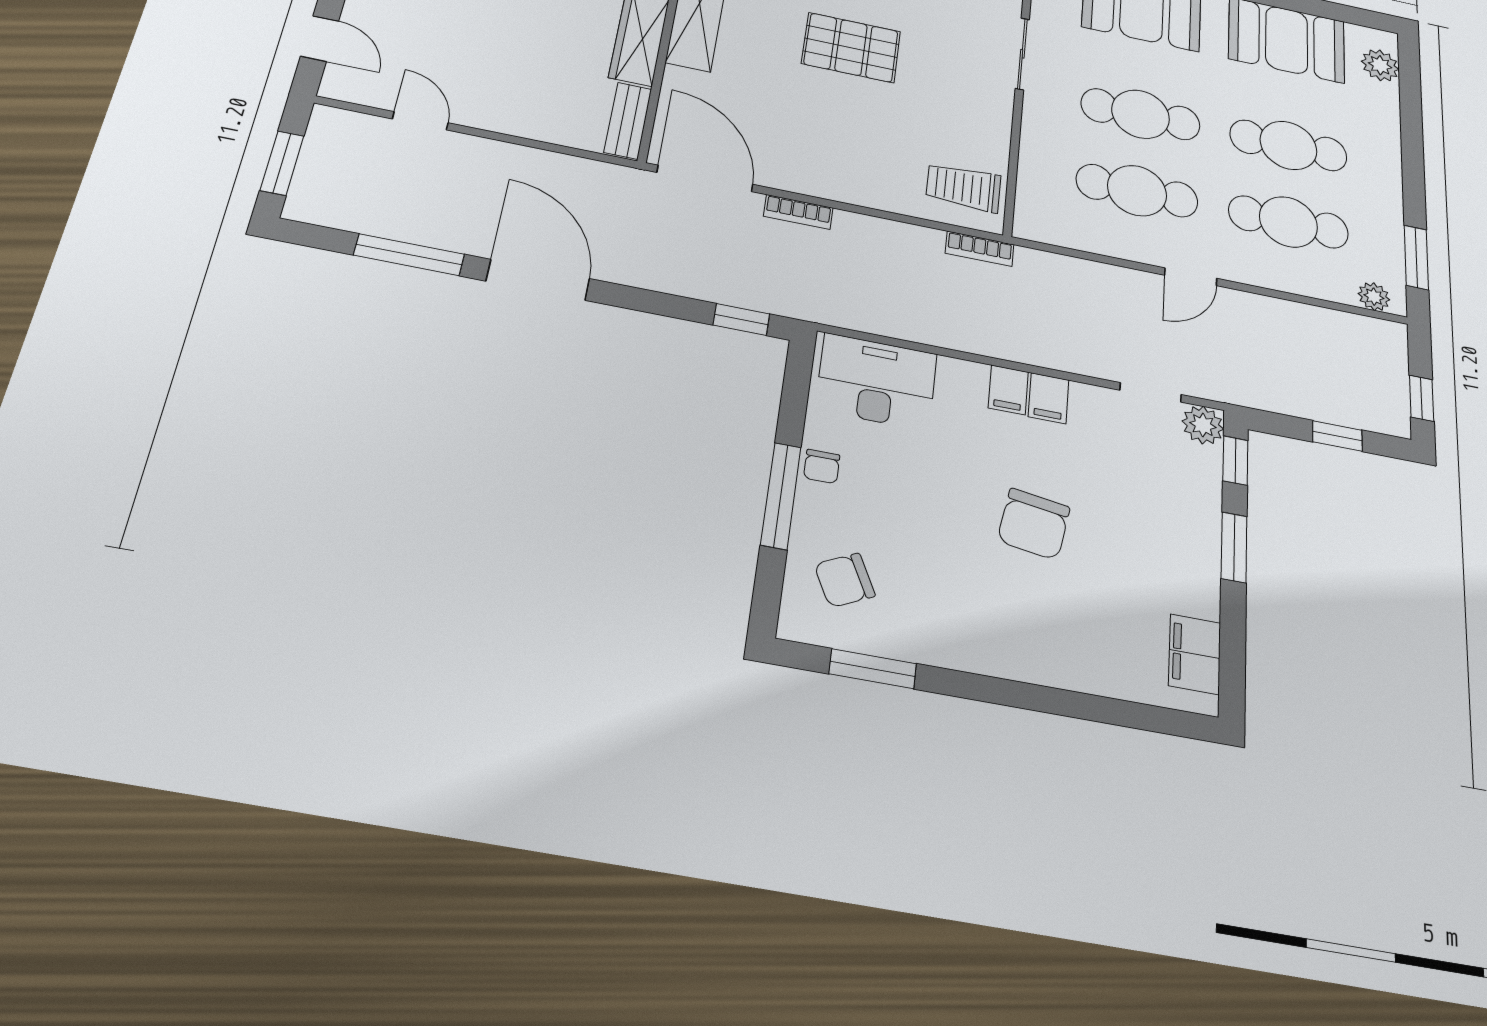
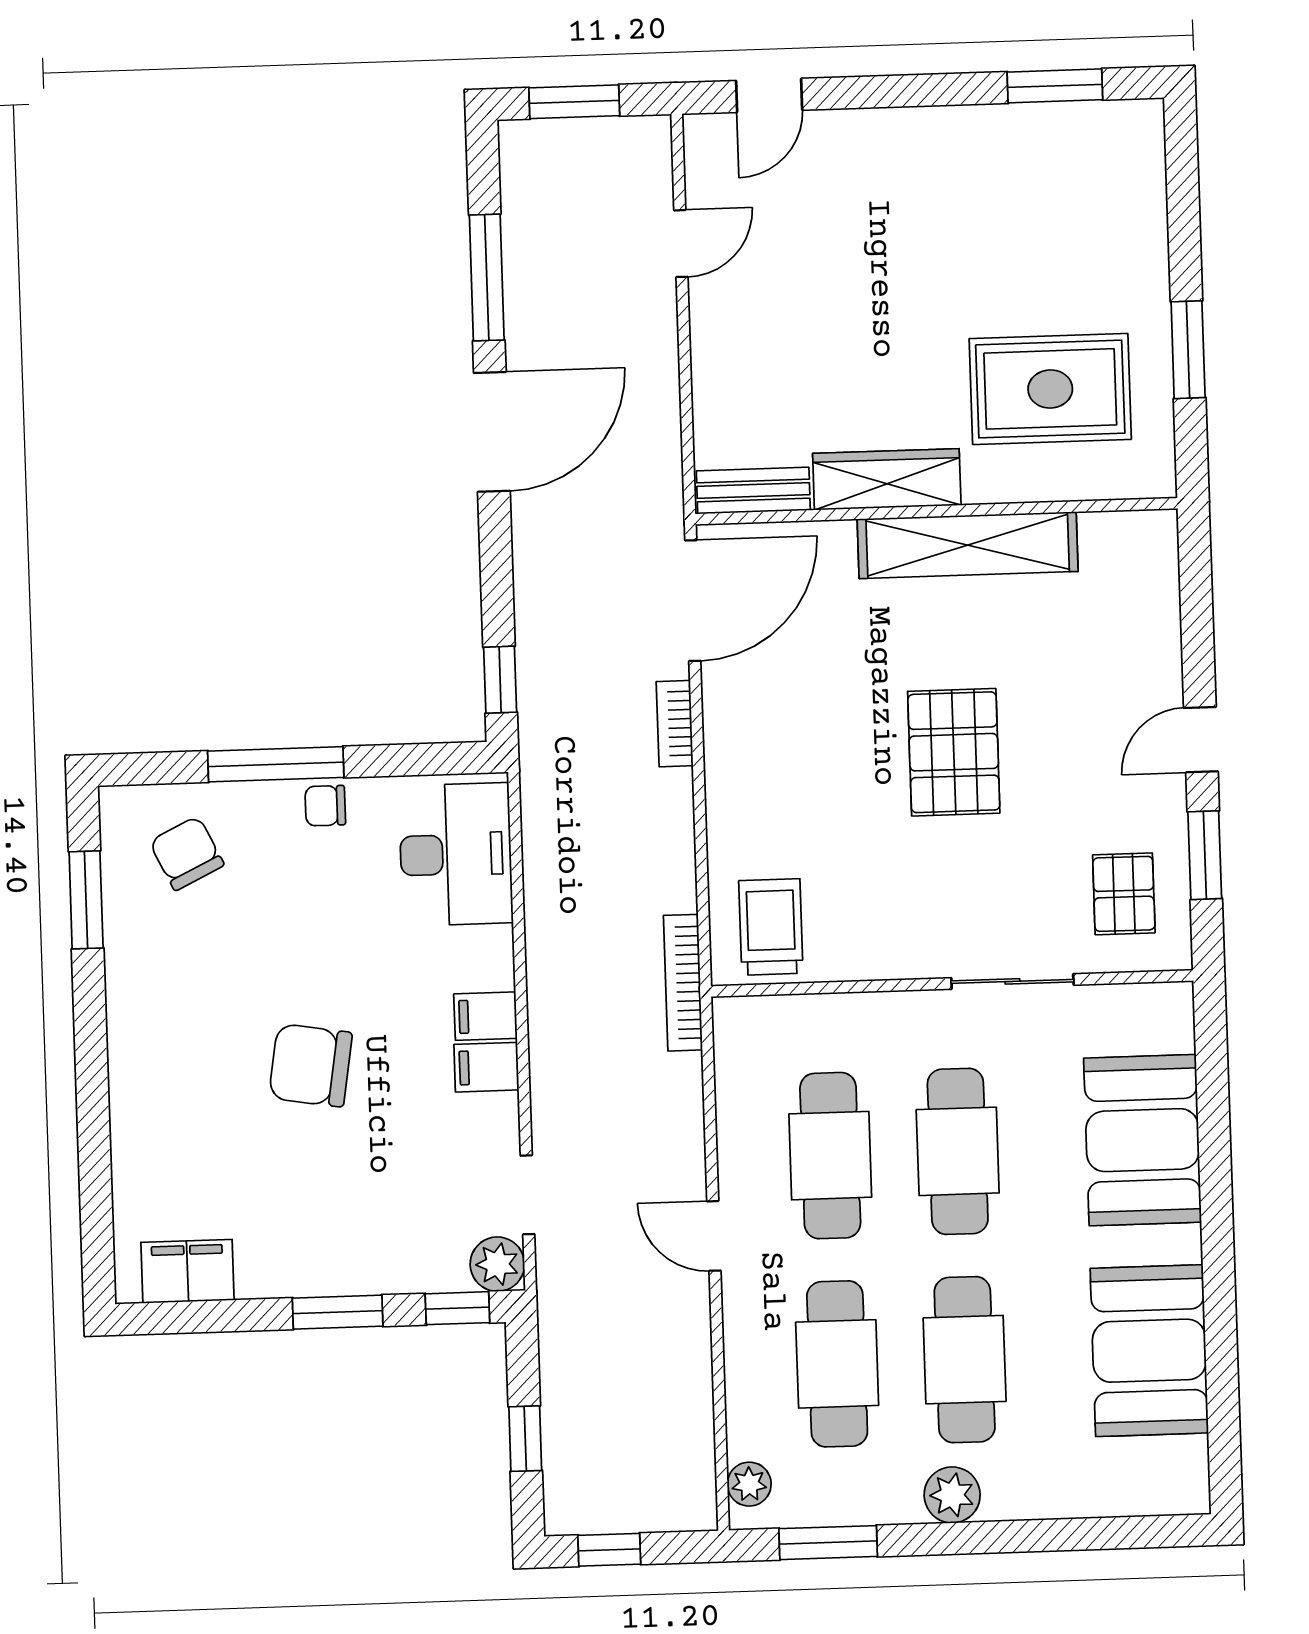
plant: (1380, 65) -> (952, 1495), moved
bookcase: (980, 249) -> (683, 983), width x1.56

